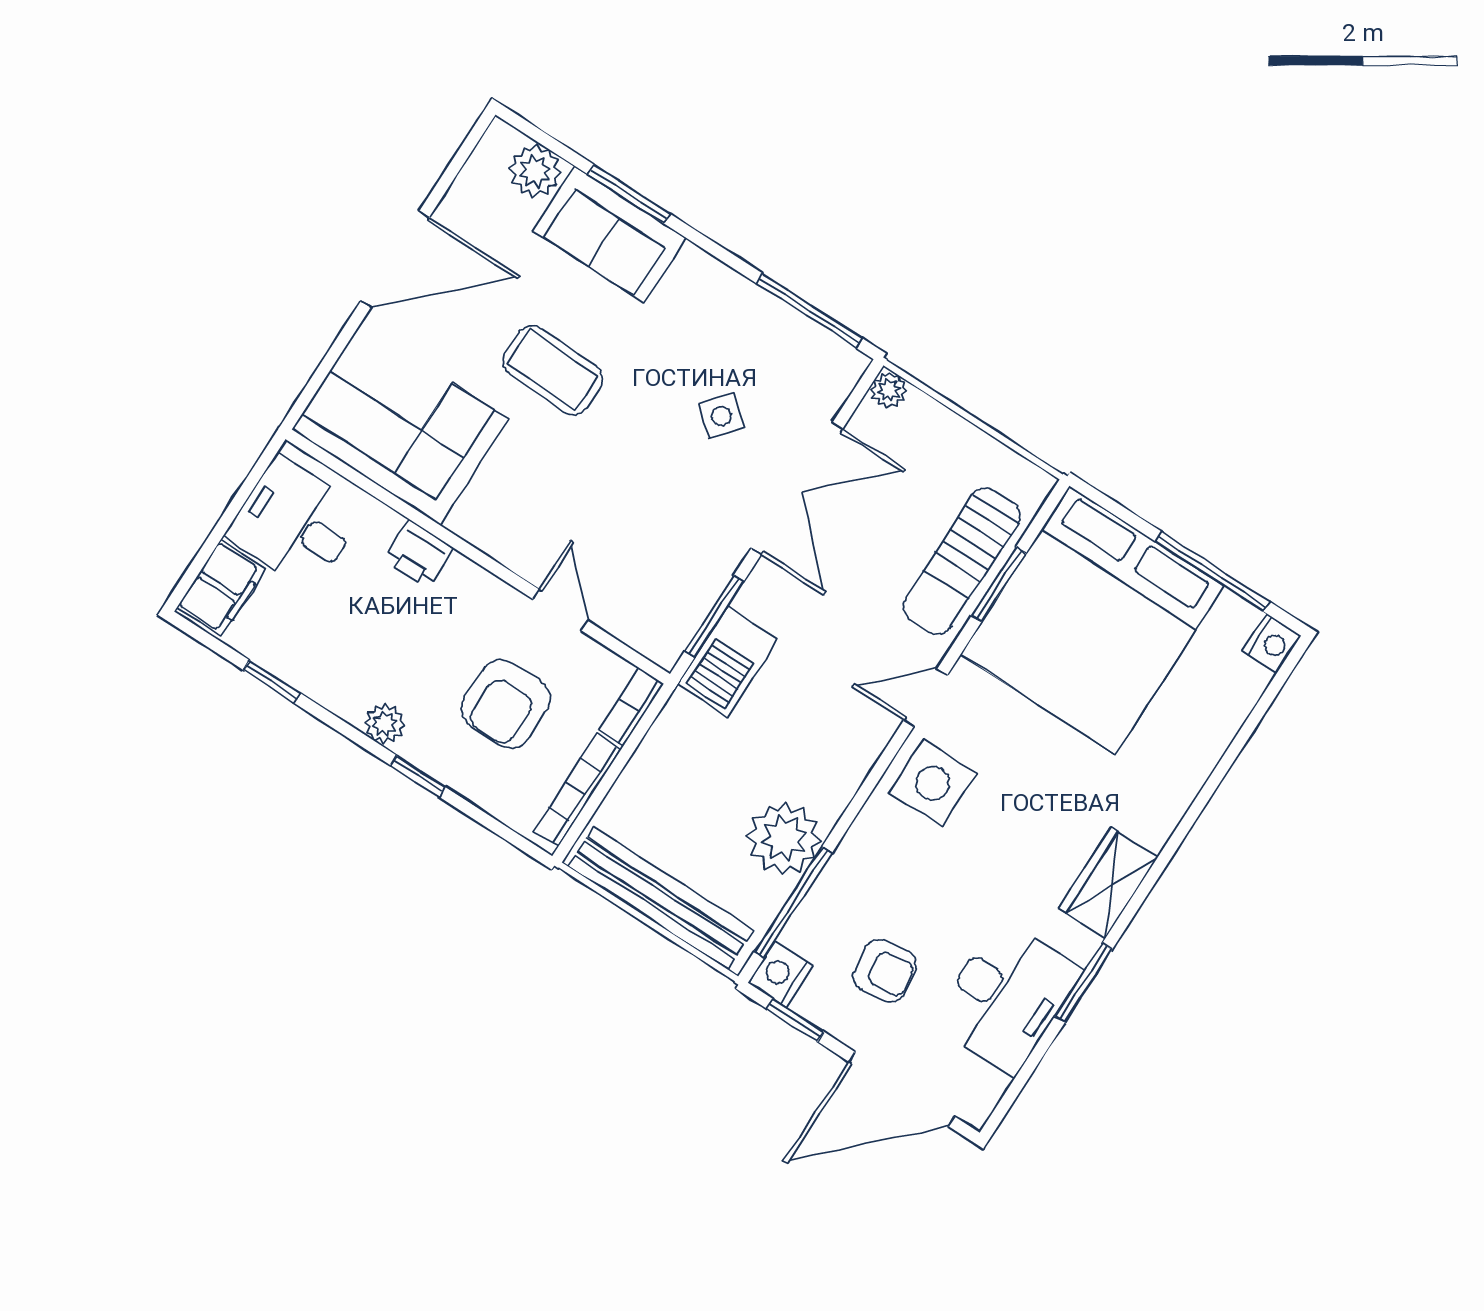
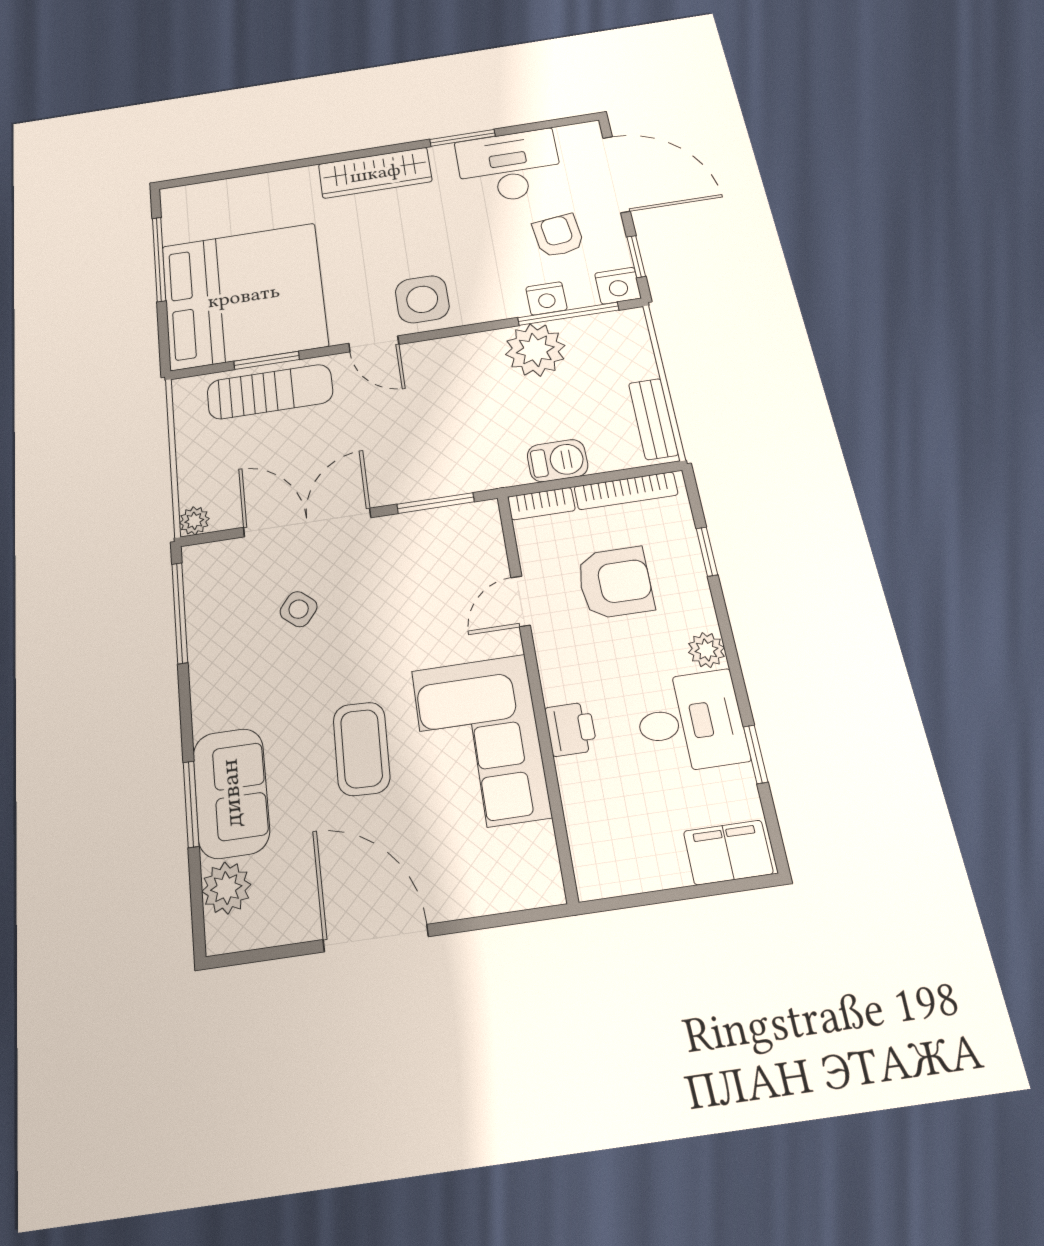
corner sofa: (400, 424) -> (480, 743), moved
desk: (295, 524) -> (690, 722), moved, turned -90
nightstand: (1272, 643) -> (546, 298), moved, turned 180
barbecue: (728, 662) -> (558, 461), moved, width x0.73, depth x0.79
window: (418, 776) -> (707, 552), moved
wardrobe: (1108, 883) -> (375, 173), width x1.50
bench: (661, 898) -> (653, 419), width x0.54, depth x0.82

